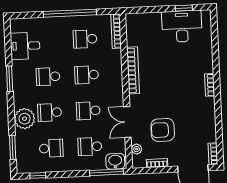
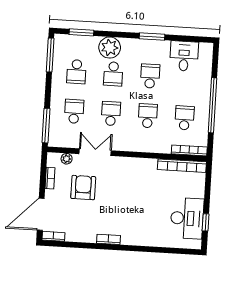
bookcase: (133, 70) -> (182, 166), moved
bookcase: (210, 85) -> (108, 239), moved
school desk: (50, 112) -> (113, 74), turned 180
washbasin: (115, 161) -> (56, 136), removed
window: (38, 175) -> (50, 55), width x2.17

